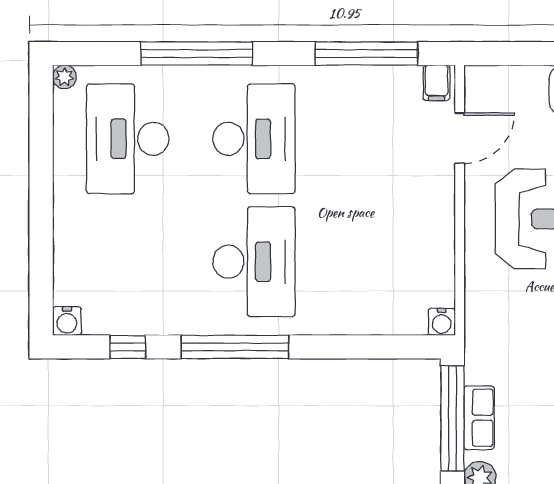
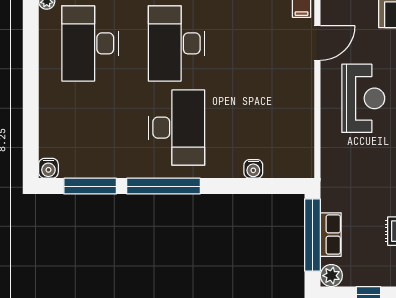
desk: (254, 139) -> (176, 43), turned 180
water cooler: (442, 322) -> (253, 169), moved
window: (128, 347) -> (90, 186), width x2.17

